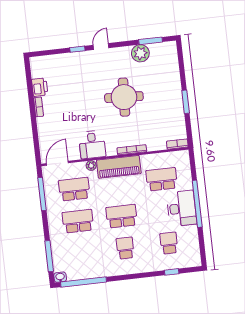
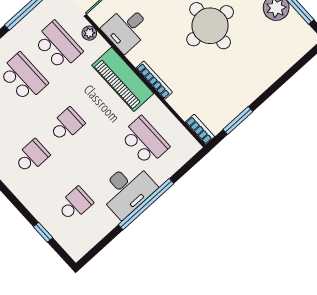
window: (186, 102) -> (238, 121), moved
plant: (91, 166) -> (89, 33), moved
school desk: (122, 216) -> (67, 125), width x0.54

